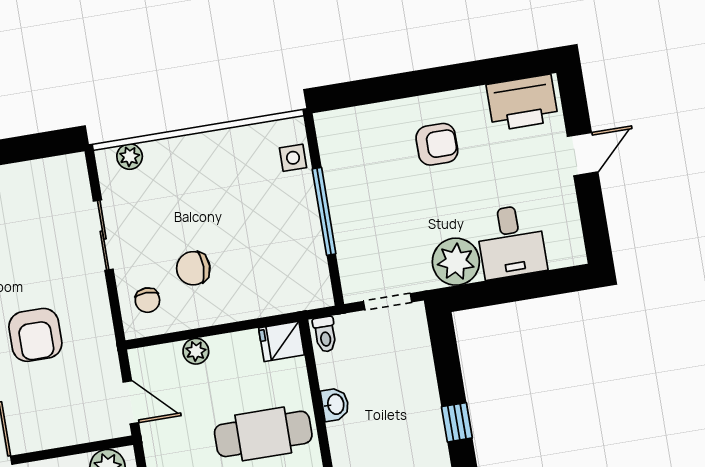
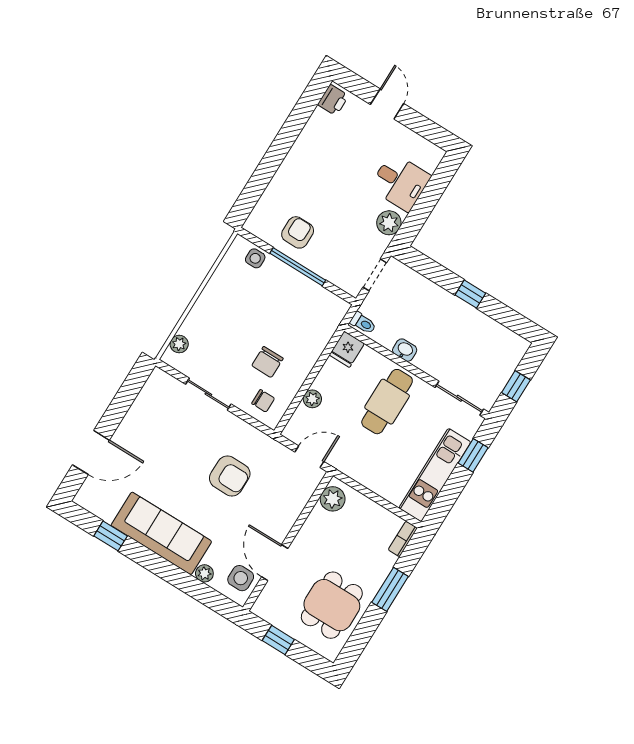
printer: (522, 103) -> (333, 100), width x0.53, depth x0.68
armchair: (437, 144) -> (298, 232), moved
plant: (456, 262) -> (389, 223), width x0.73, depth x0.73

